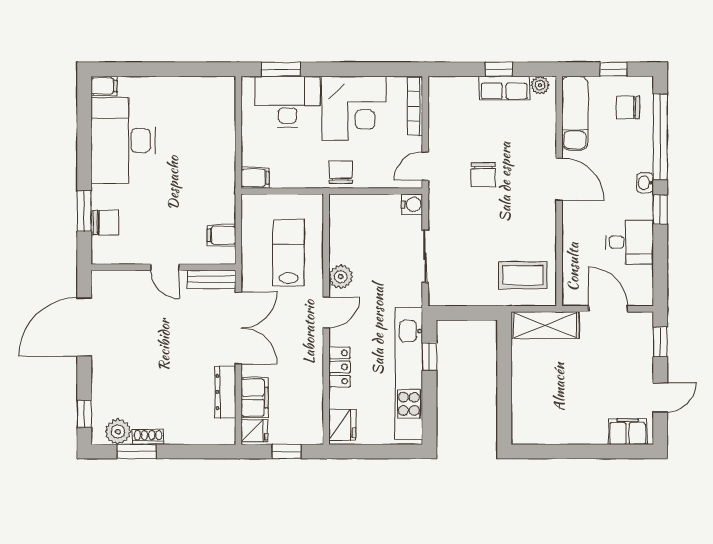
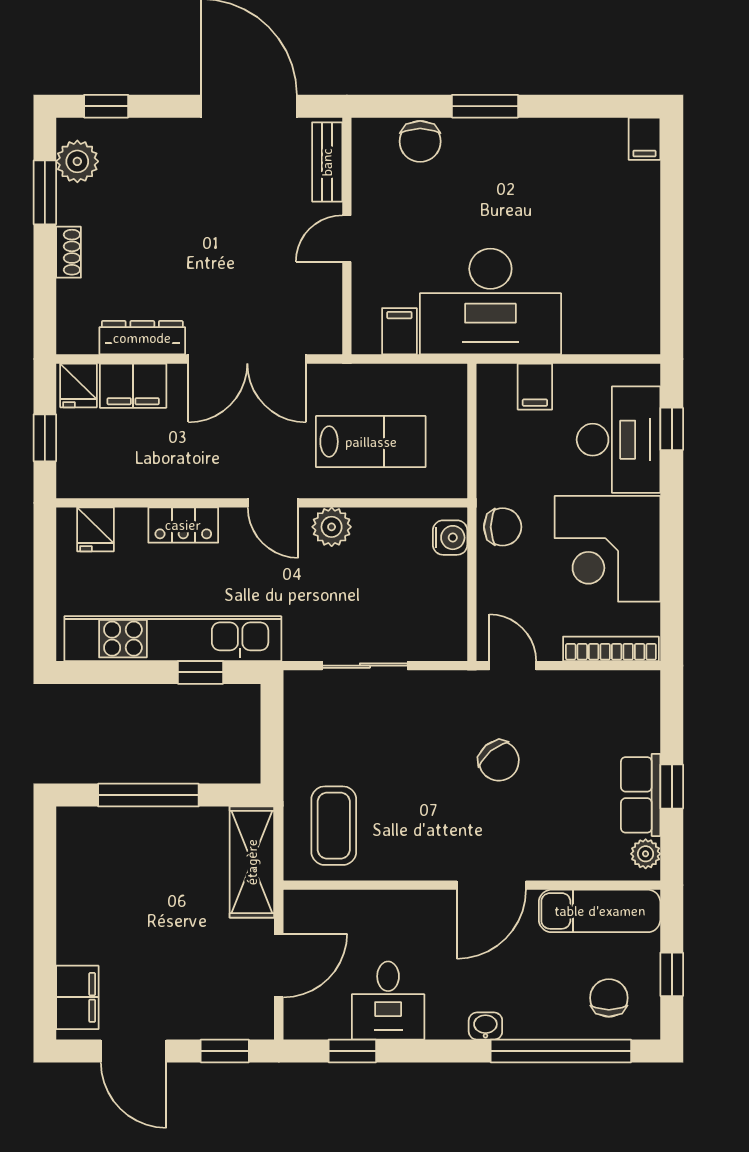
window: (281, 69) -> (672, 429), width x0.67
desk: (123, 140) -> (490, 302), moved, turned 180
chair: (483, 175) -> (499, 761), turned -130
filing cabinet: (255, 178) -> (535, 387), moved
water cooler: (412, 204) -> (450, 538), moved, turned -90
window: (660, 209) -> (352, 1051), moved
window: (84, 211) -> (485, 106), moved
bench: (211, 279) -> (327, 162), moved
window: (504, 388) -> (148, 795), added
door: (660, 397) -> (134, 1051), width x1.38
fridge: (342, 425) -> (96, 529), width x0.72
shoe rack: (148, 437) -> (69, 252), moved

